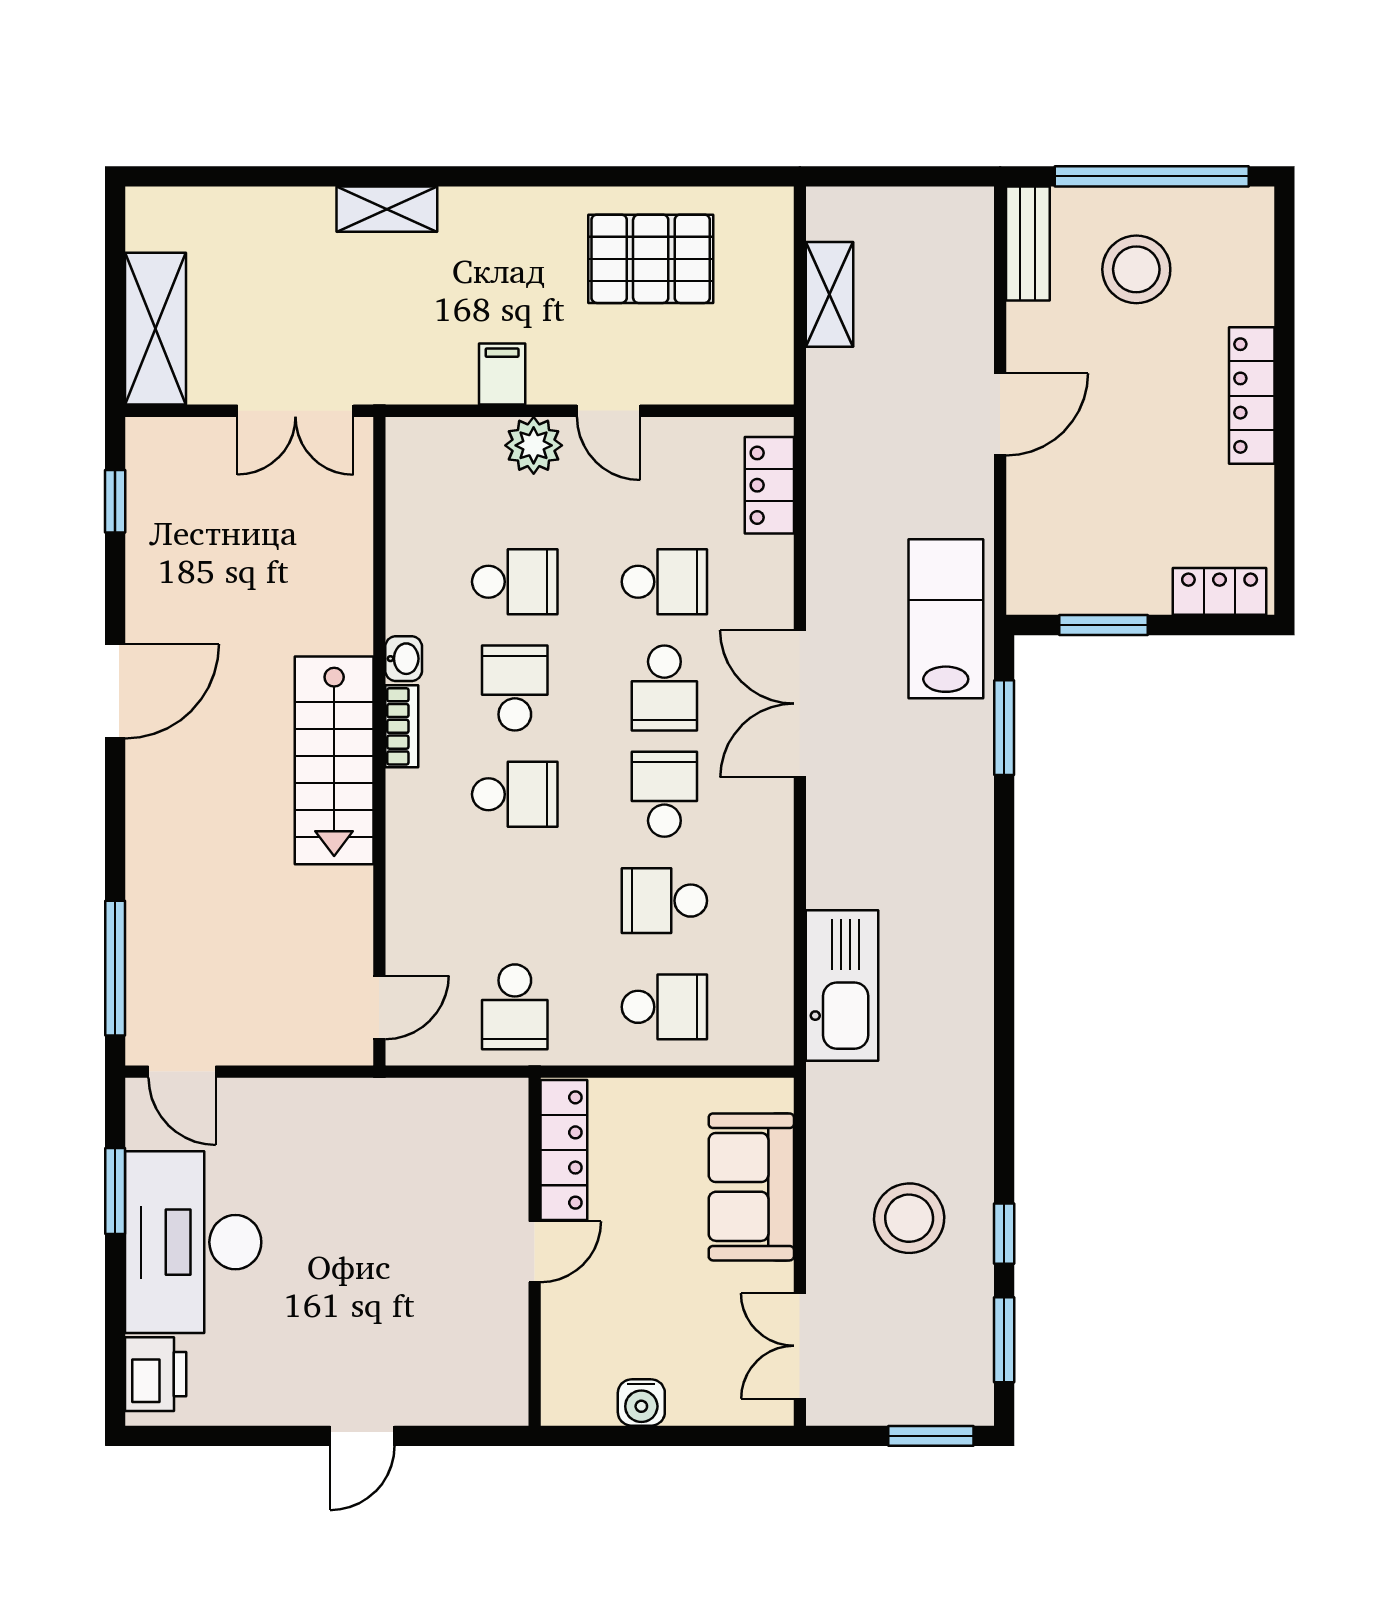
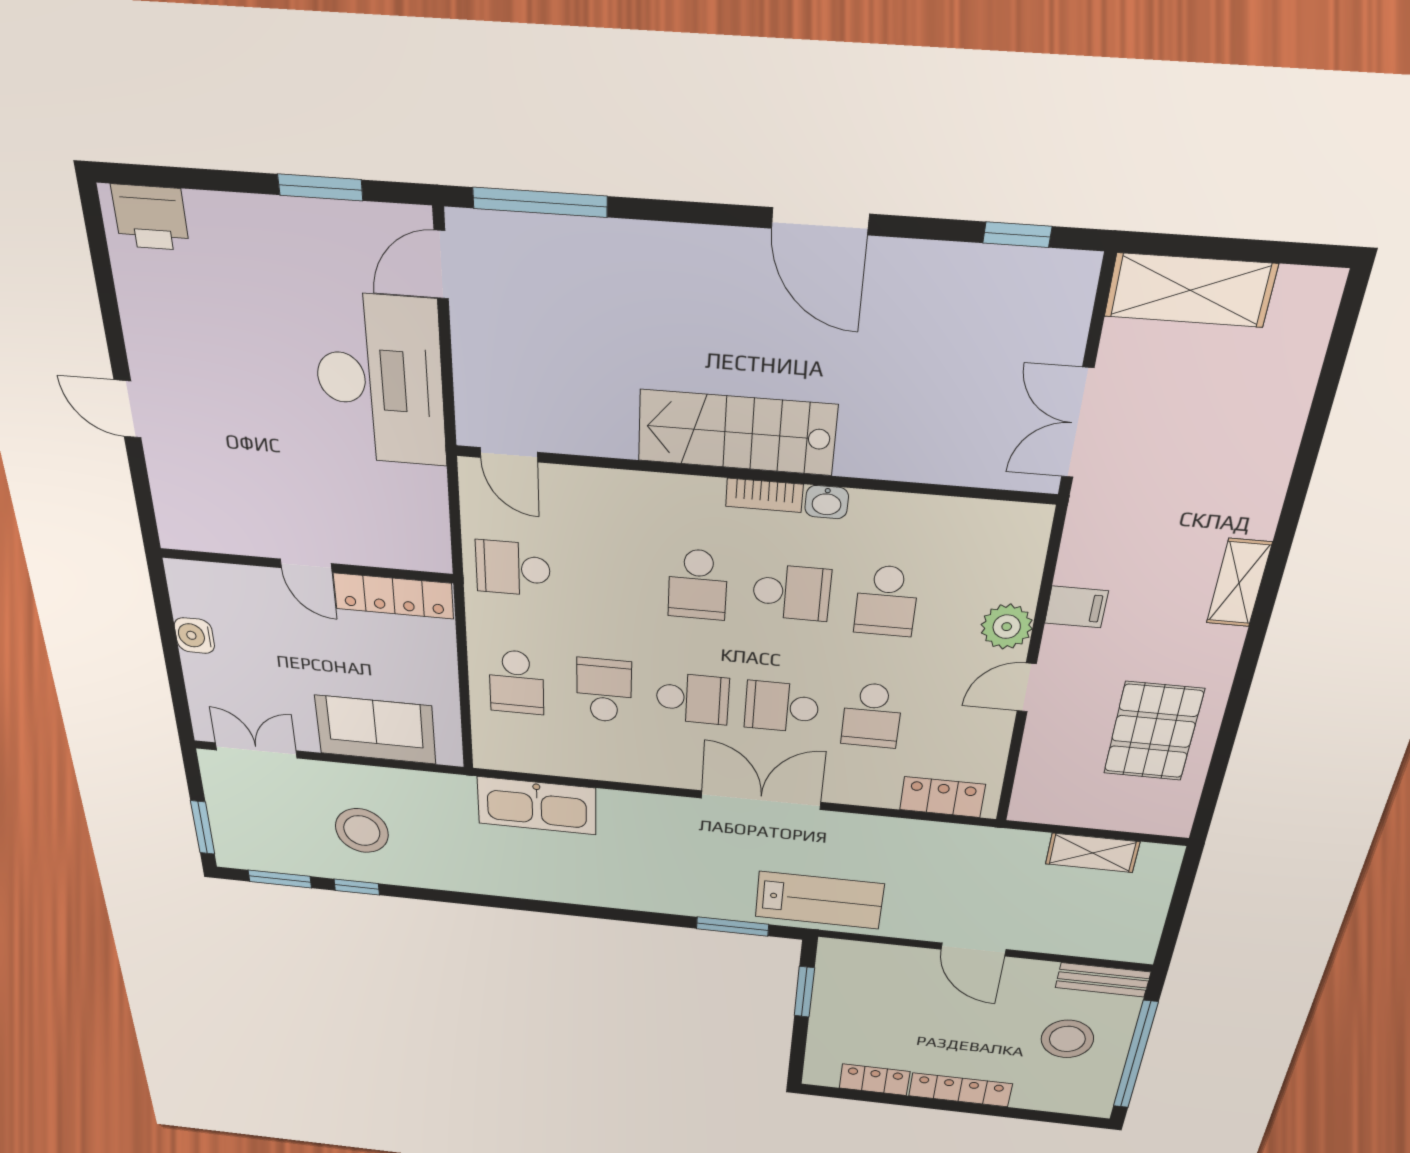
shelving: (387, 209) -> (1239, 583), moved
locker: (1220, 591) -> (874, 1080), moved, turned -90
desk: (193, 1242) -> (380, 380), moved, turned 90

